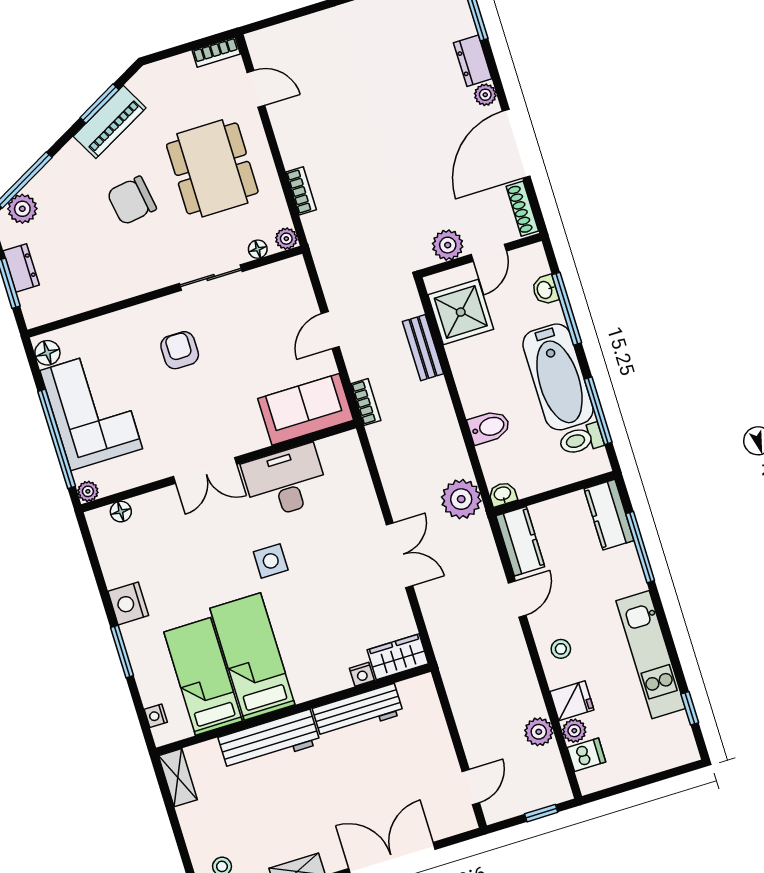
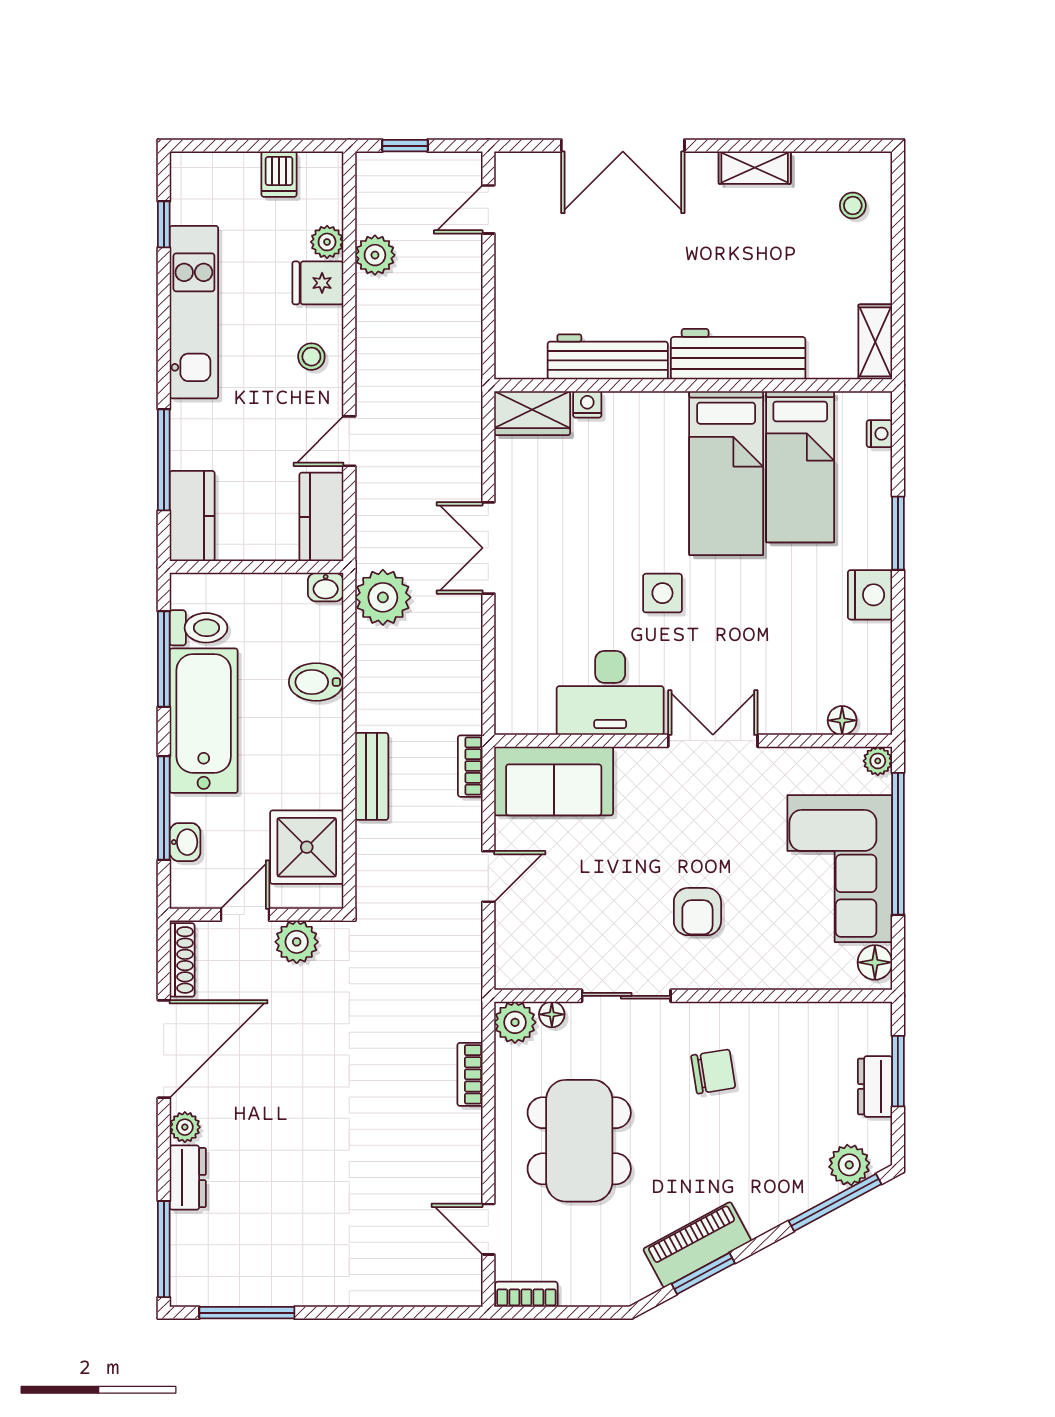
chair: (132, 201) -> (713, 1072), moved, width x0.73, depth x0.73
plant: (286, 239) -> (515, 1022), width x1.38, depth x1.38
bench: (423, 348) -> (372, 776), moved
dishwasher: (586, 755) -> (279, 174), moved, turned -90

